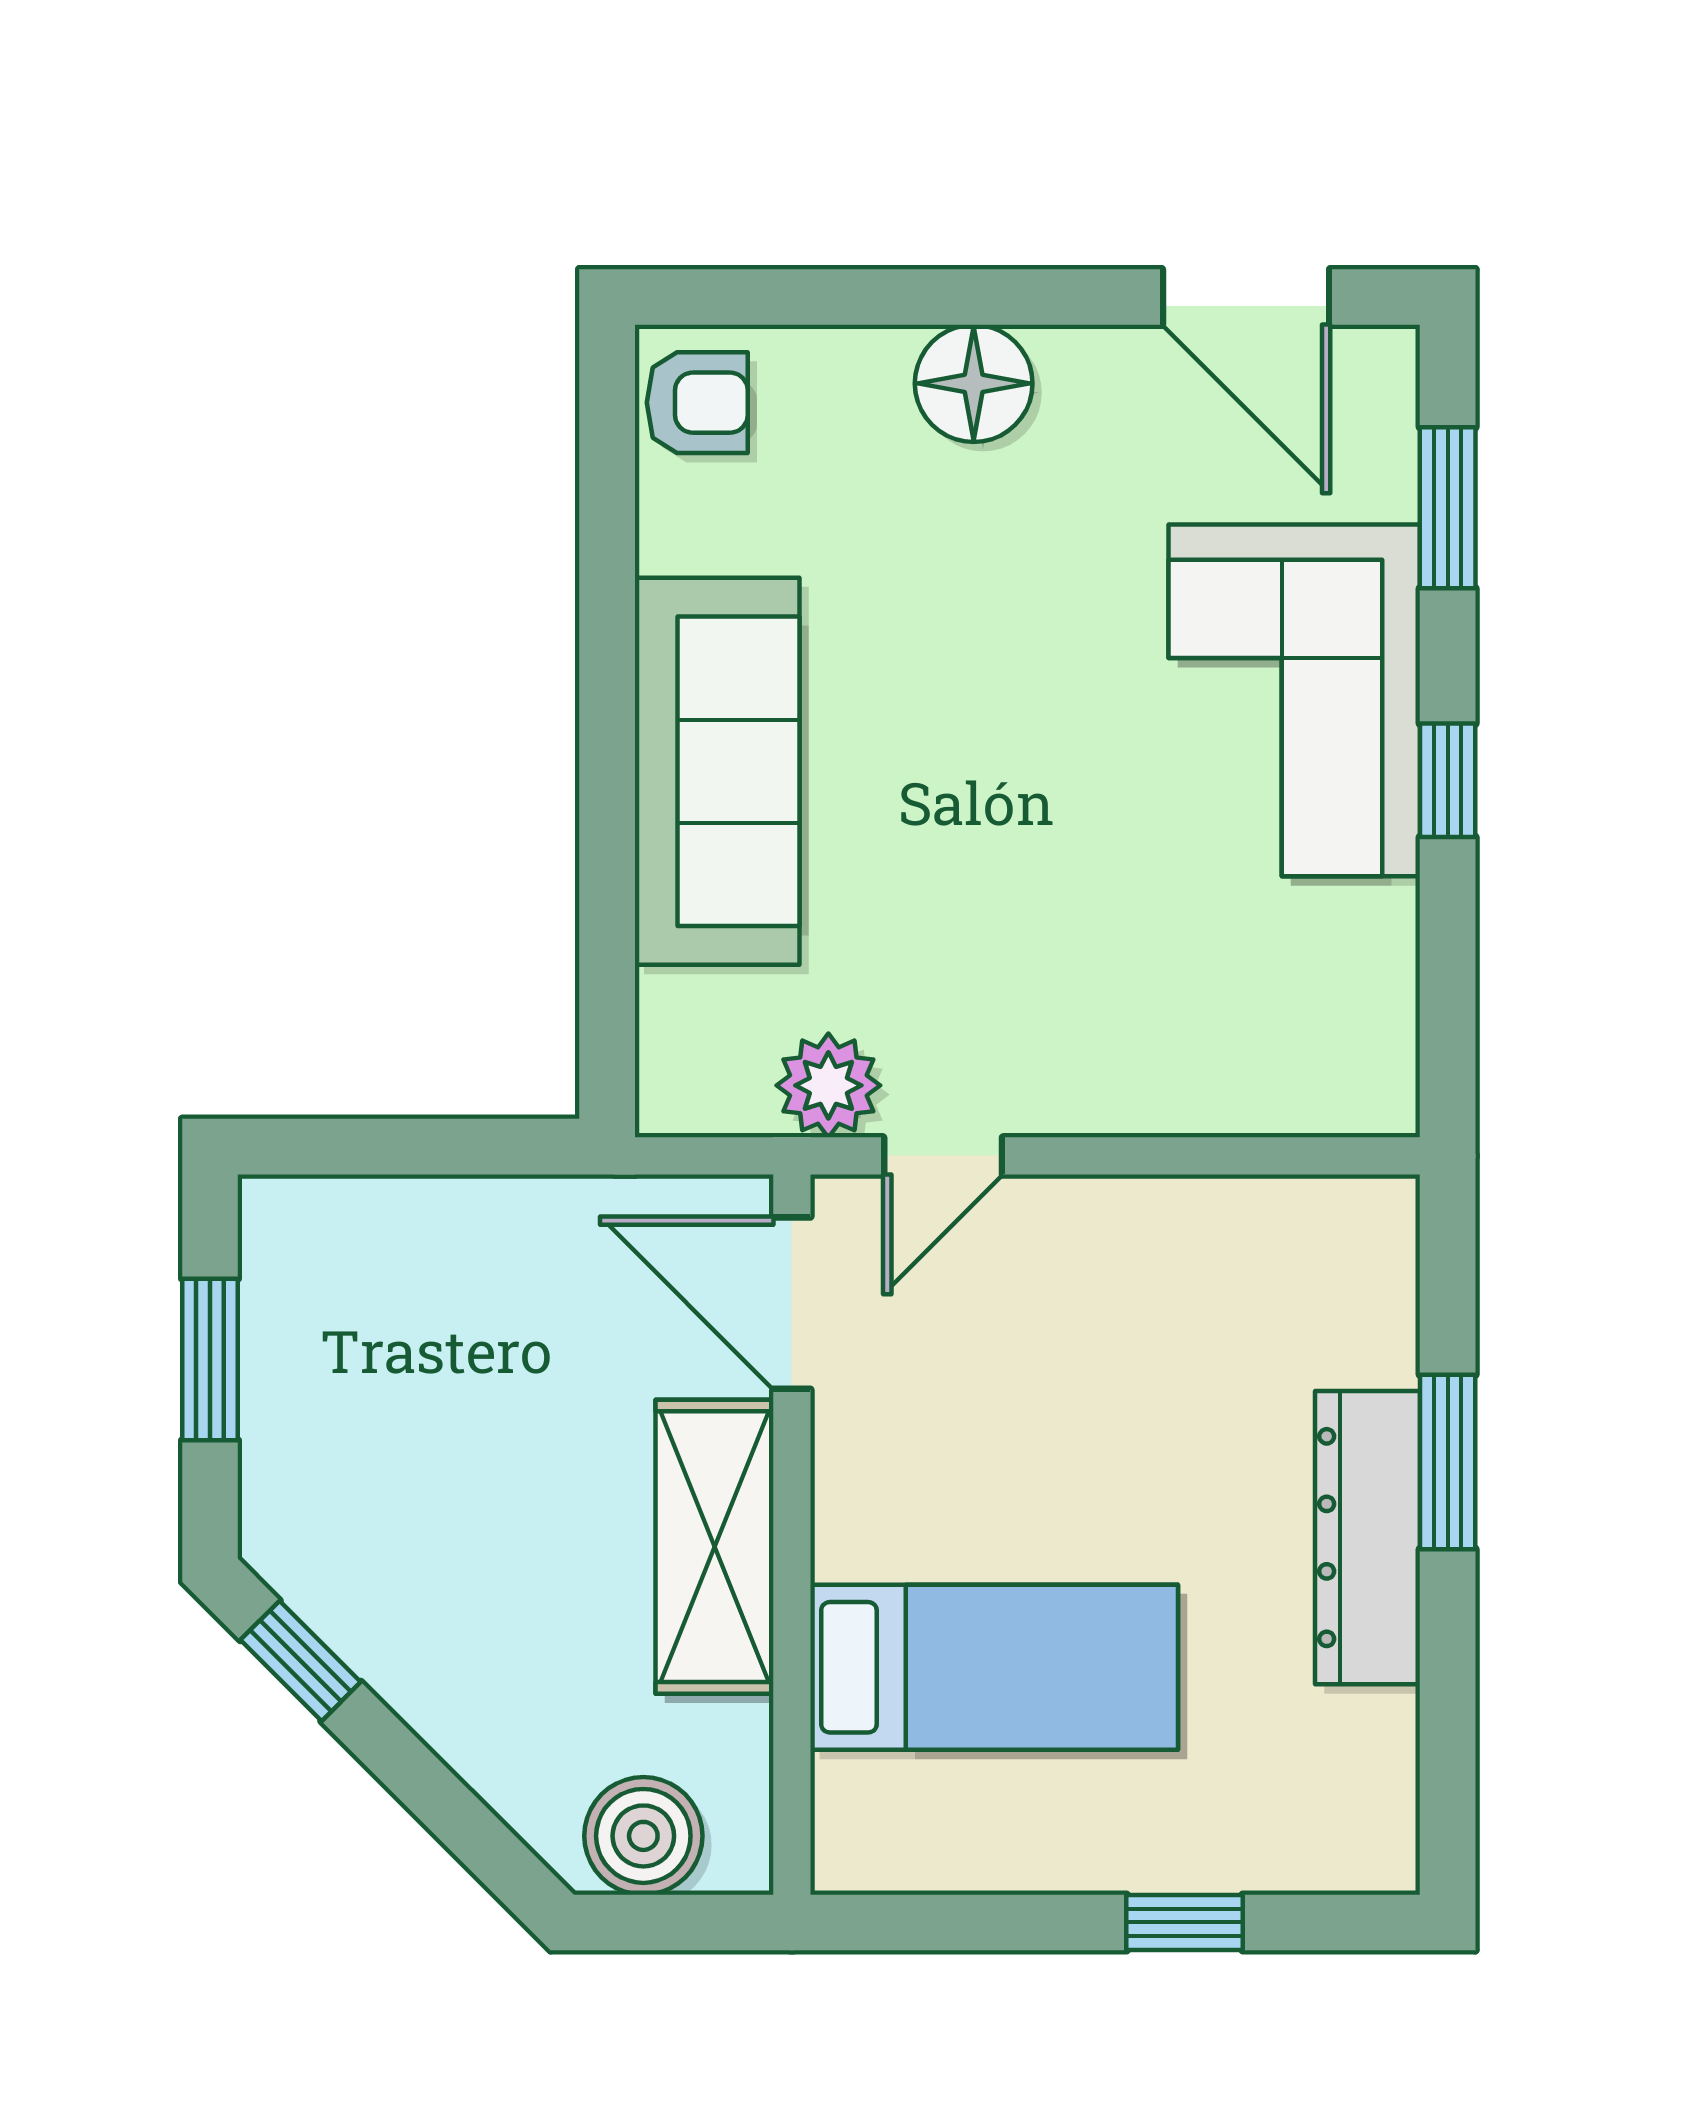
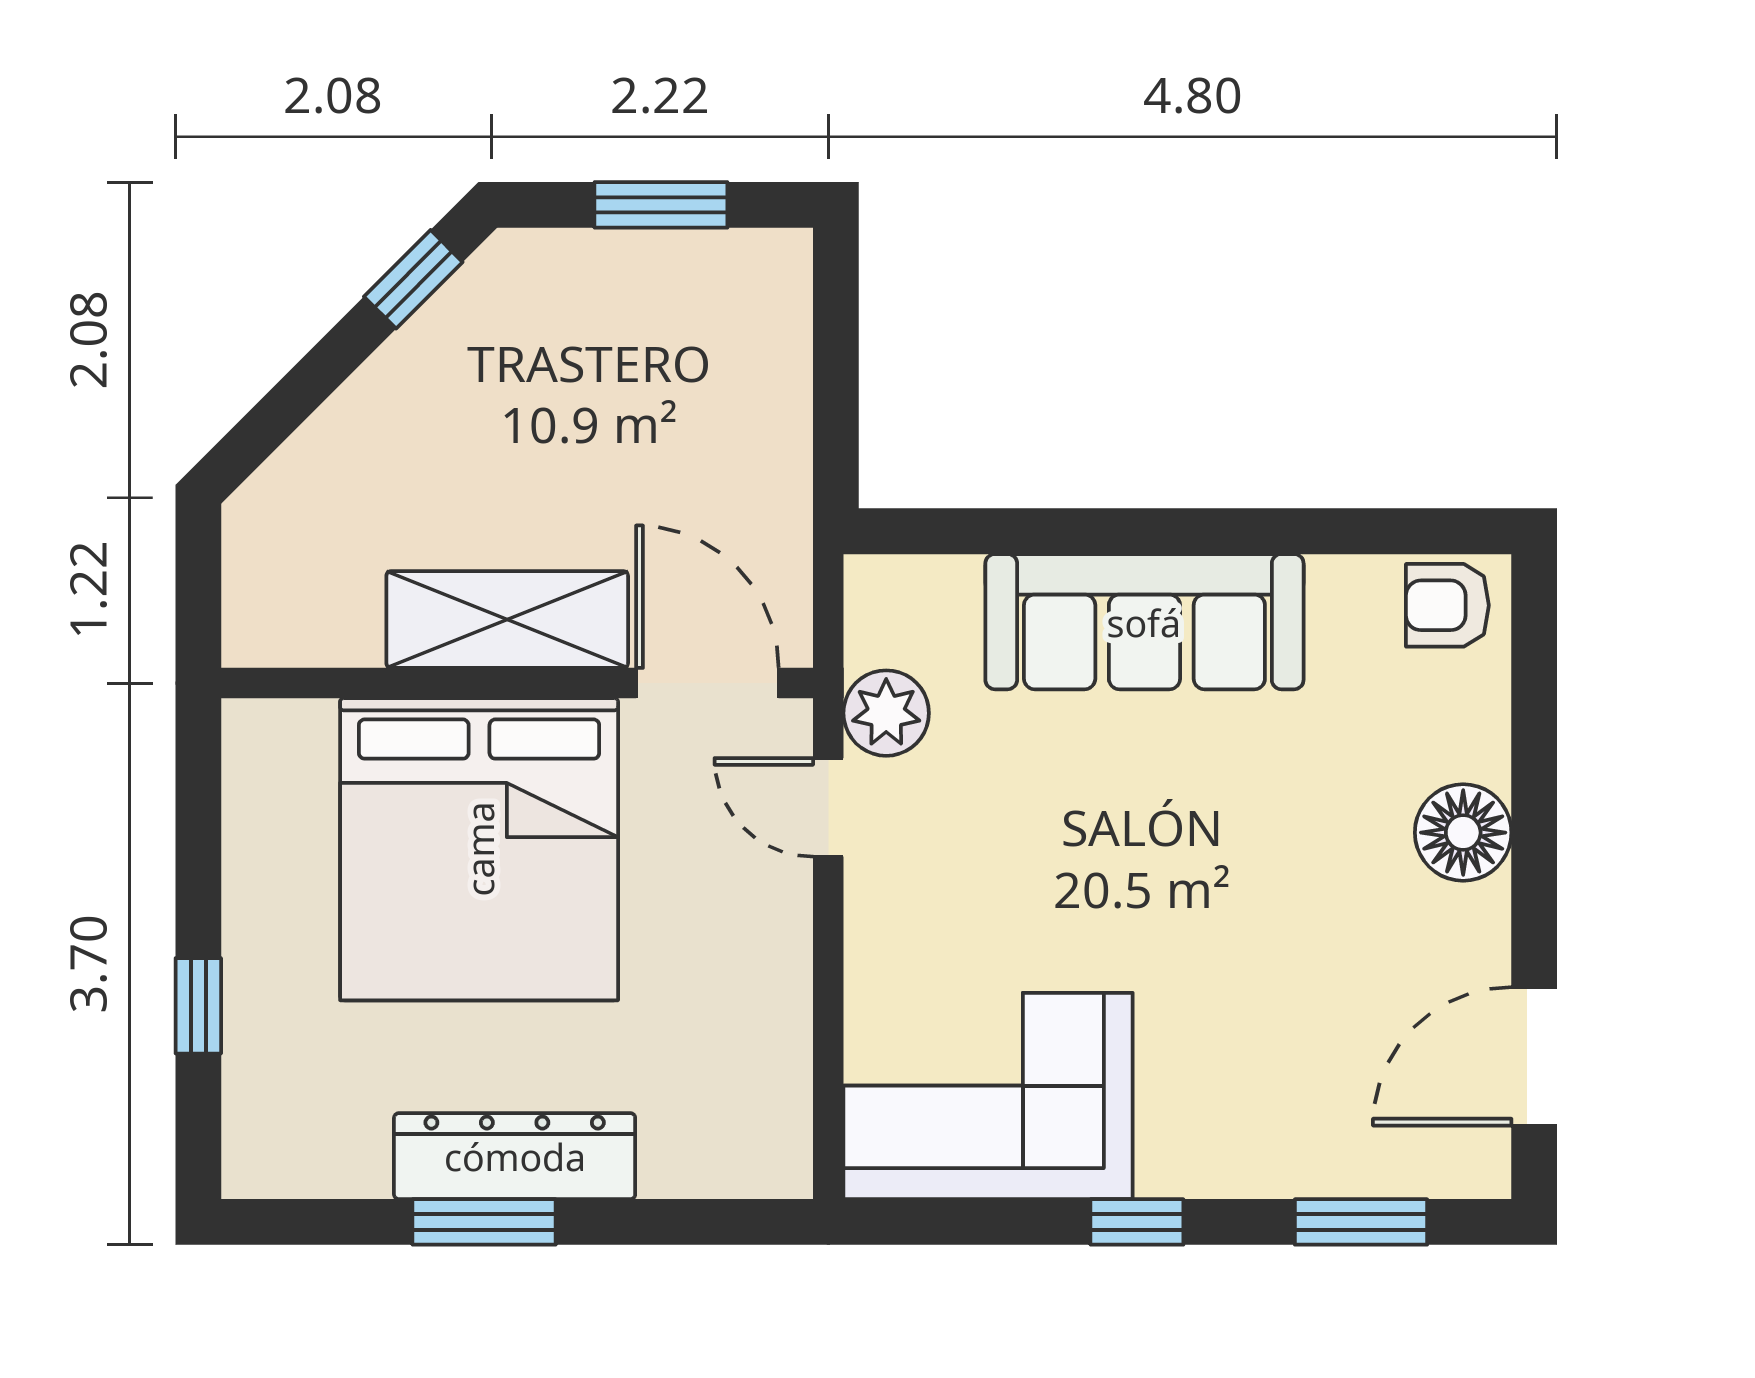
armchair: (697, 403) -> (1447, 605), turned 90
corner sofa: (1294, 700) -> (988, 1096), moved
door: (792, 1303) -> (707, 683), hinge flipped
window: (1448, 1462) -> (484, 1222), moved
bed: (994, 1667) -> (479, 849), width x2.04
boiler: (643, 1836) -> (269, 561), removed

